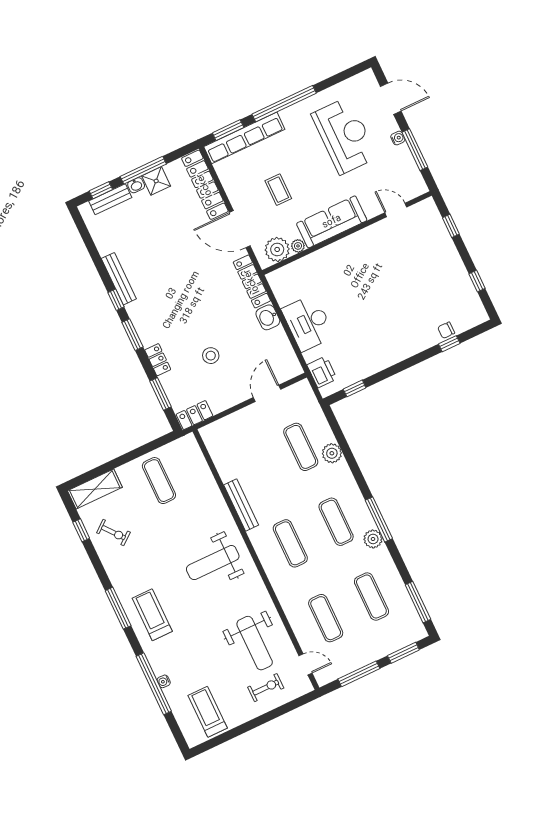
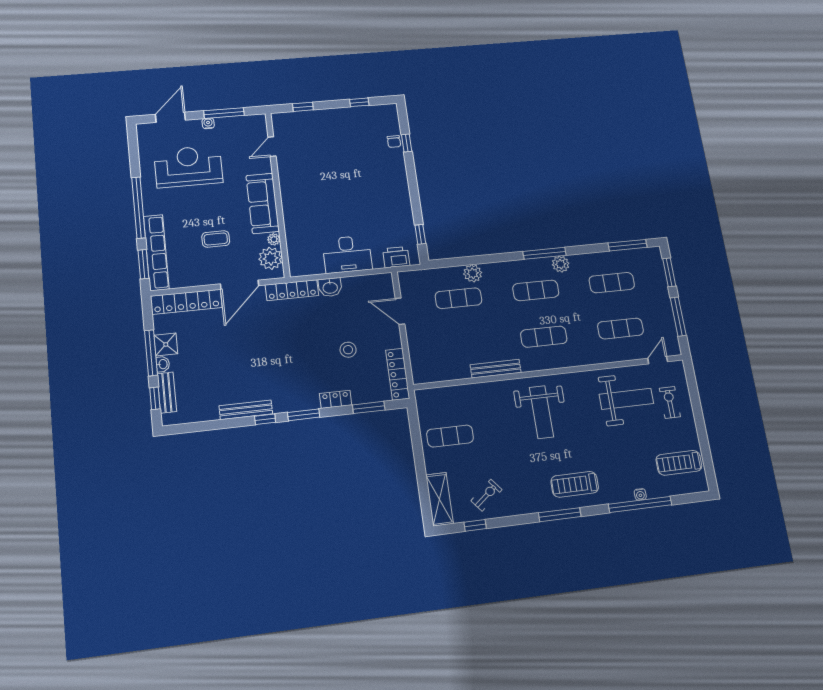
locker: (194, 415) -> (398, 374), width x1.53

